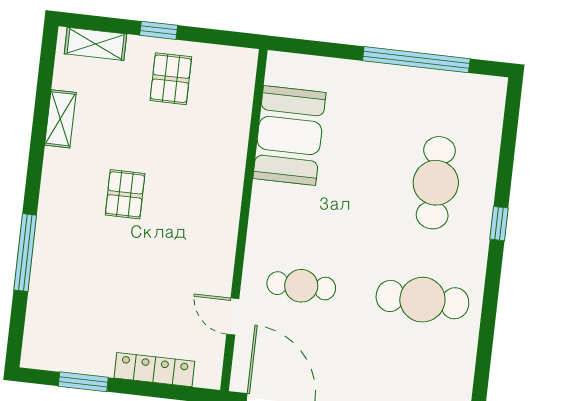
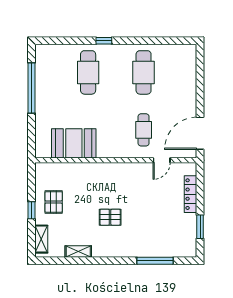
pallet: (171, 79) -> (54, 202), turned 90
cafe table: (436, 183) -> (88, 72), turned 90
window: (25, 253) -> (155, 261), moved

